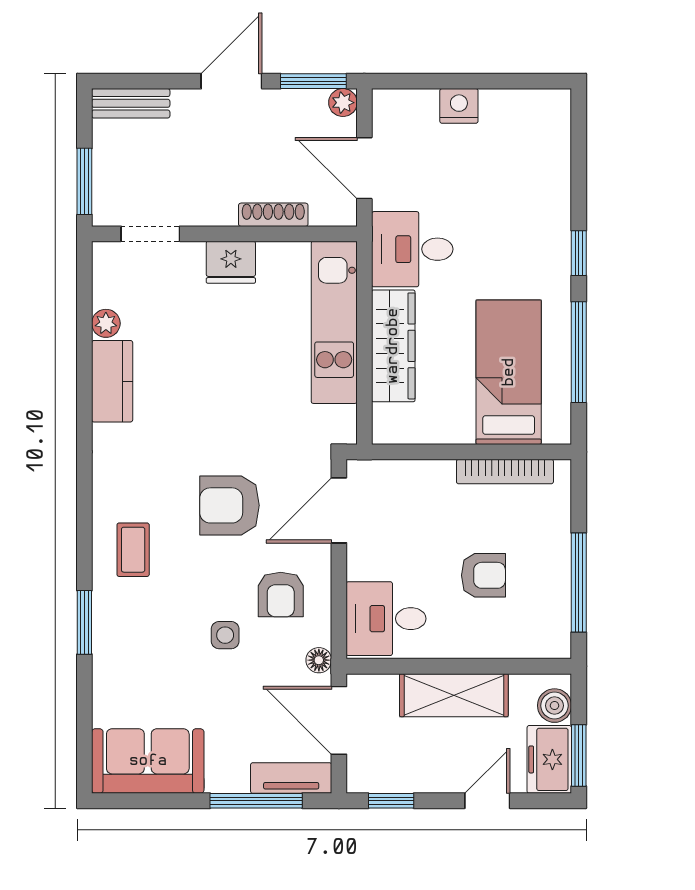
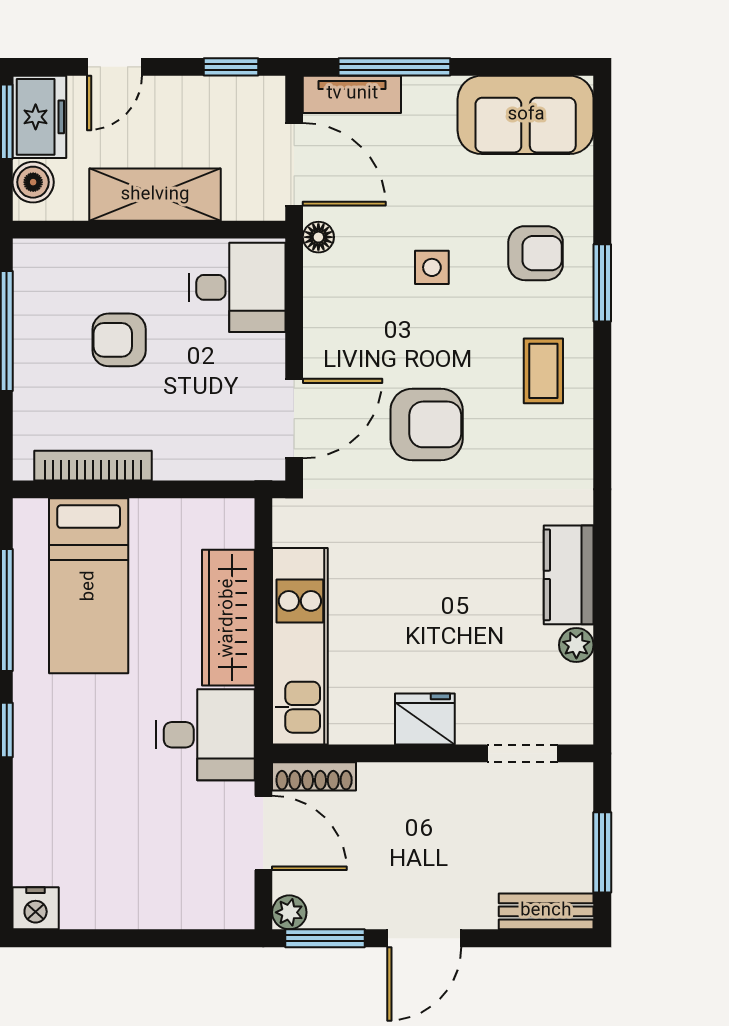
nightstand: (459, 106) -> (36, 908), moved
window: (84, 181) -> (602, 852), moved
shoe rack: (273, 215) -> (314, 776), moved
armchair: (281, 594) -> (536, 253), moved, turned 90

